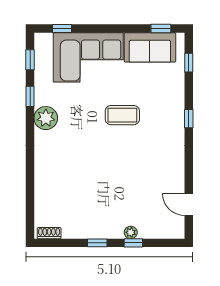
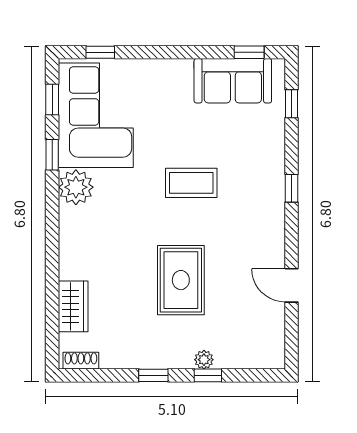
corner sofa: (88, 57) -> (96, 115), moved, turned -90
rug: (115, 180) -> (181, 280), added
wardrobe: (44, 197) -> (73, 306), added
door: (189, 204) -> (291, 285), moved

